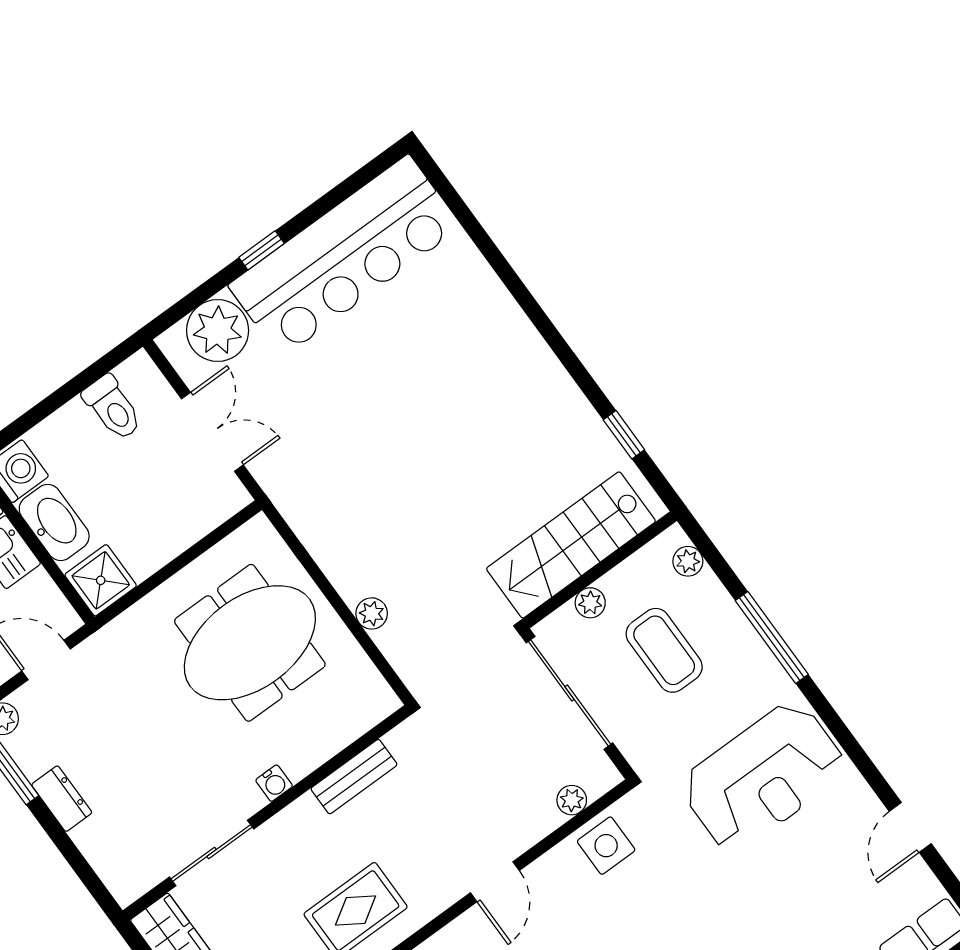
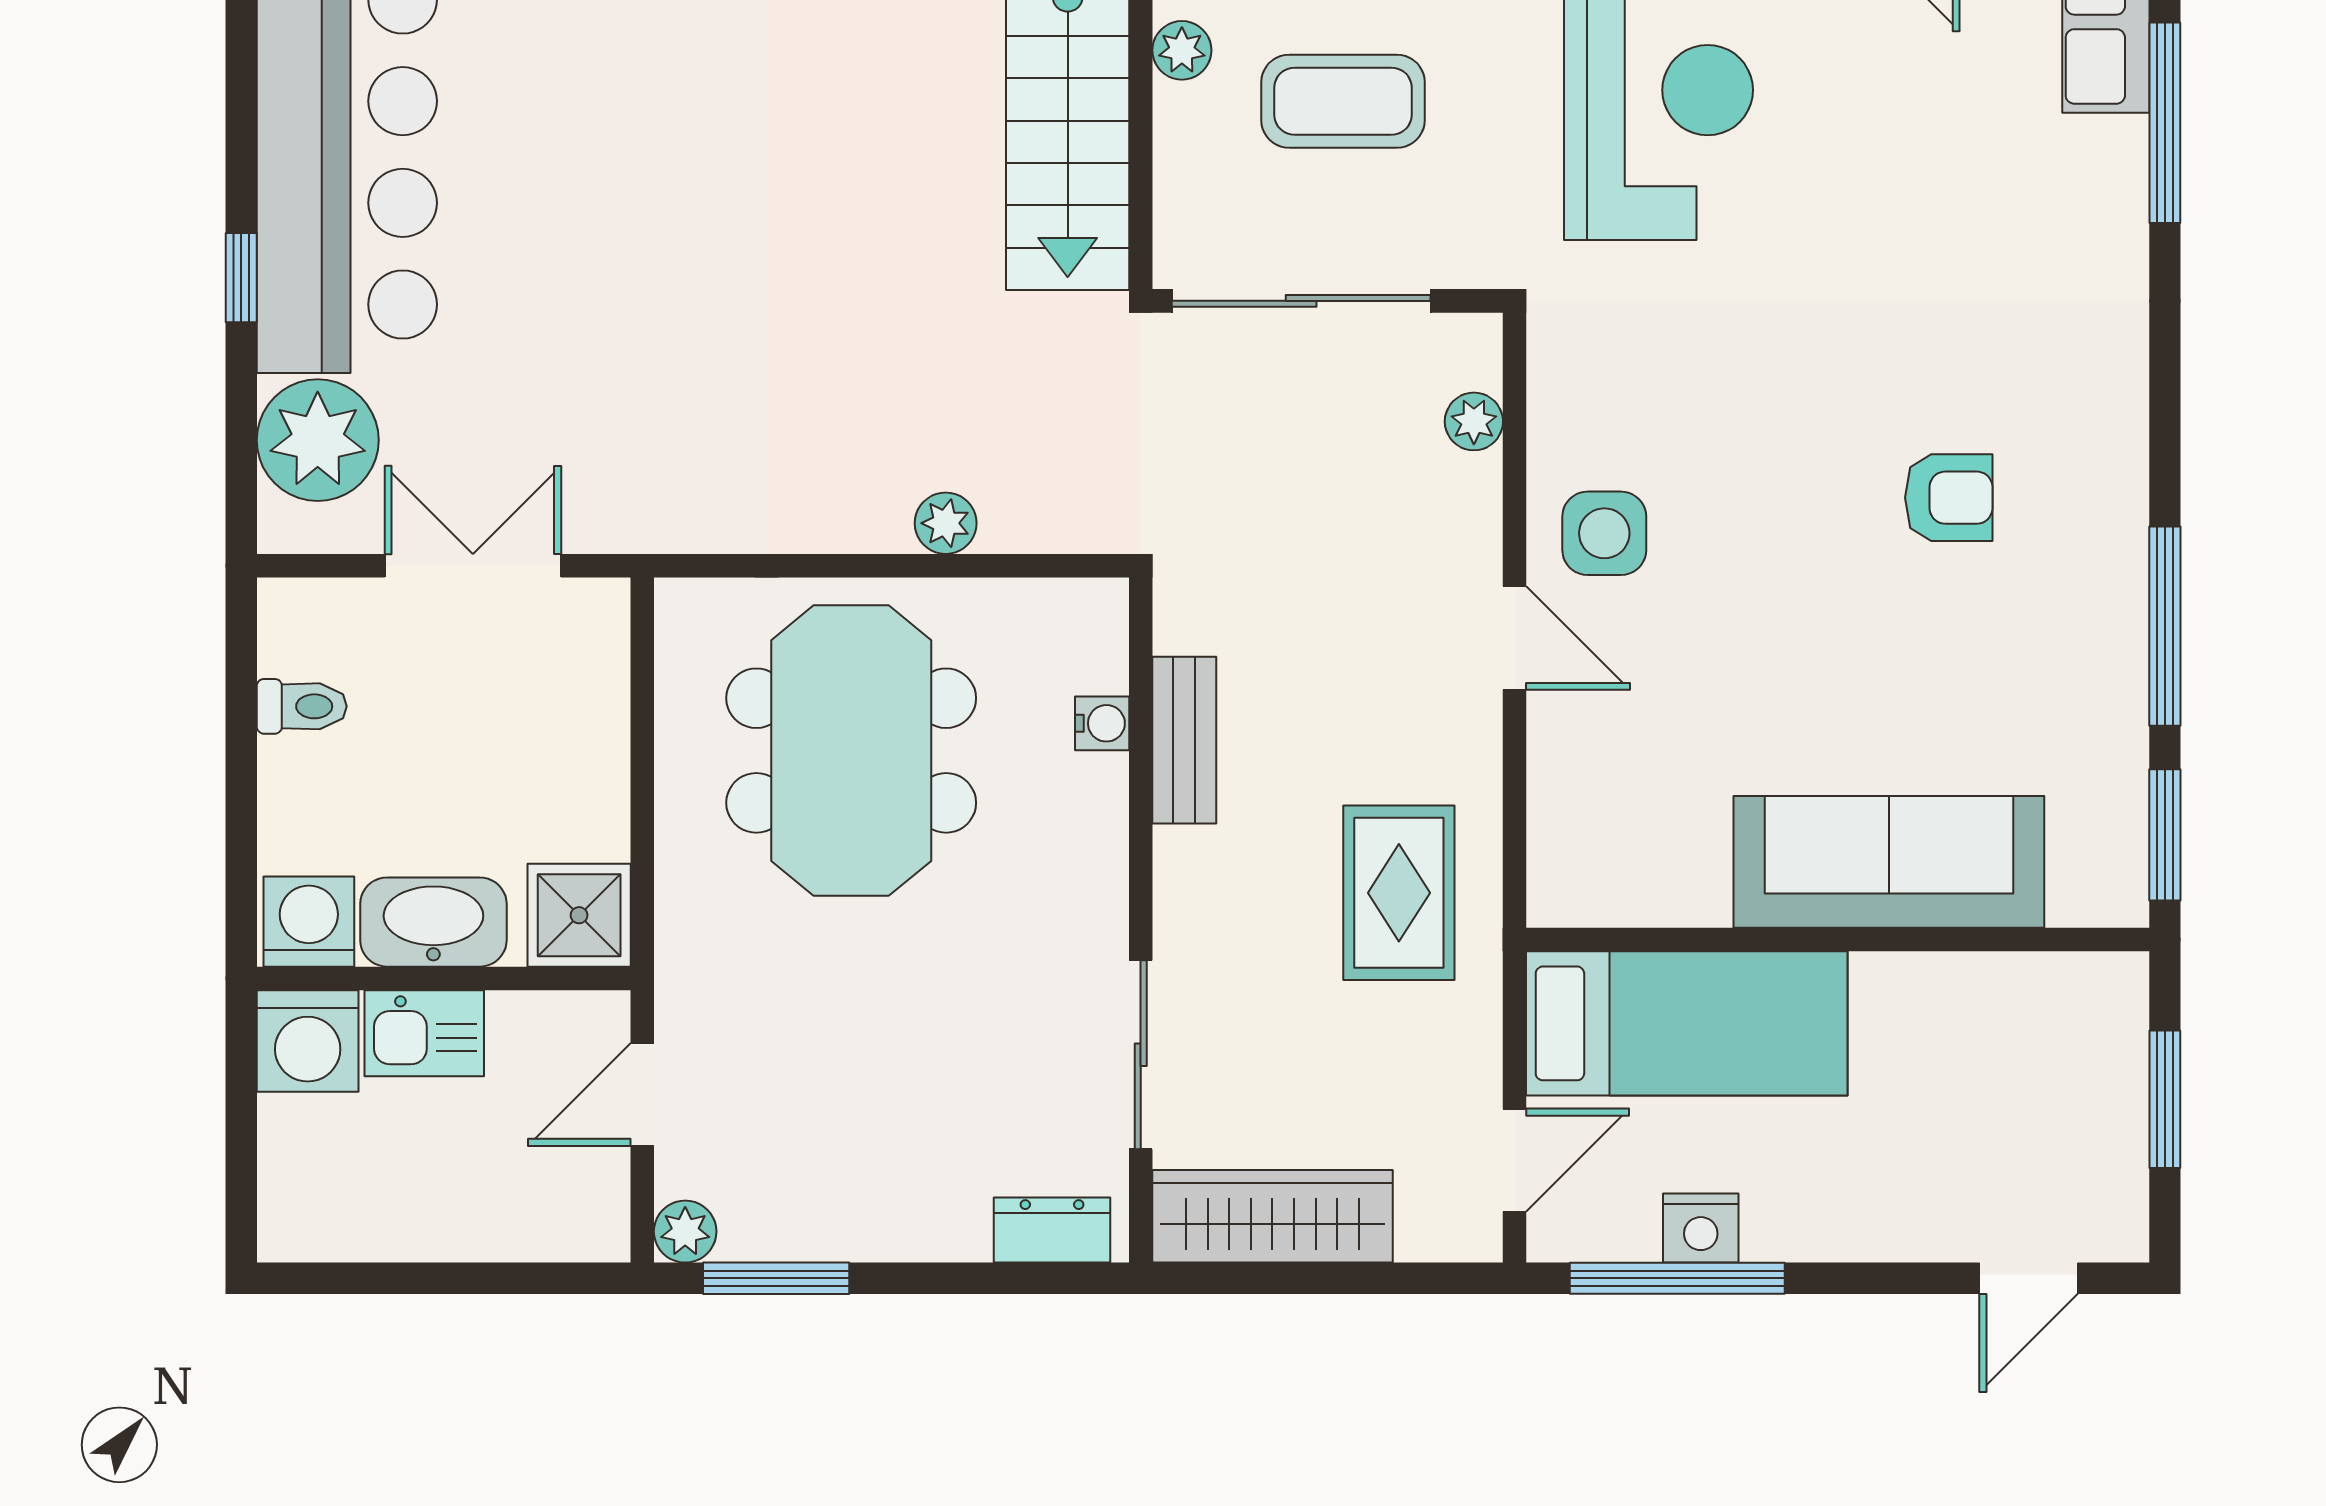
toilet: (113, 408) -> (302, 706), width x0.73, depth x0.72
plant: (590, 603) -> (1182, 50), moved
water cooler: (274, 783) -> (1102, 723), moved
dresser: (62, 799) -> (1052, 1230), moved
side table: (606, 846) -> (1604, 533), moved

